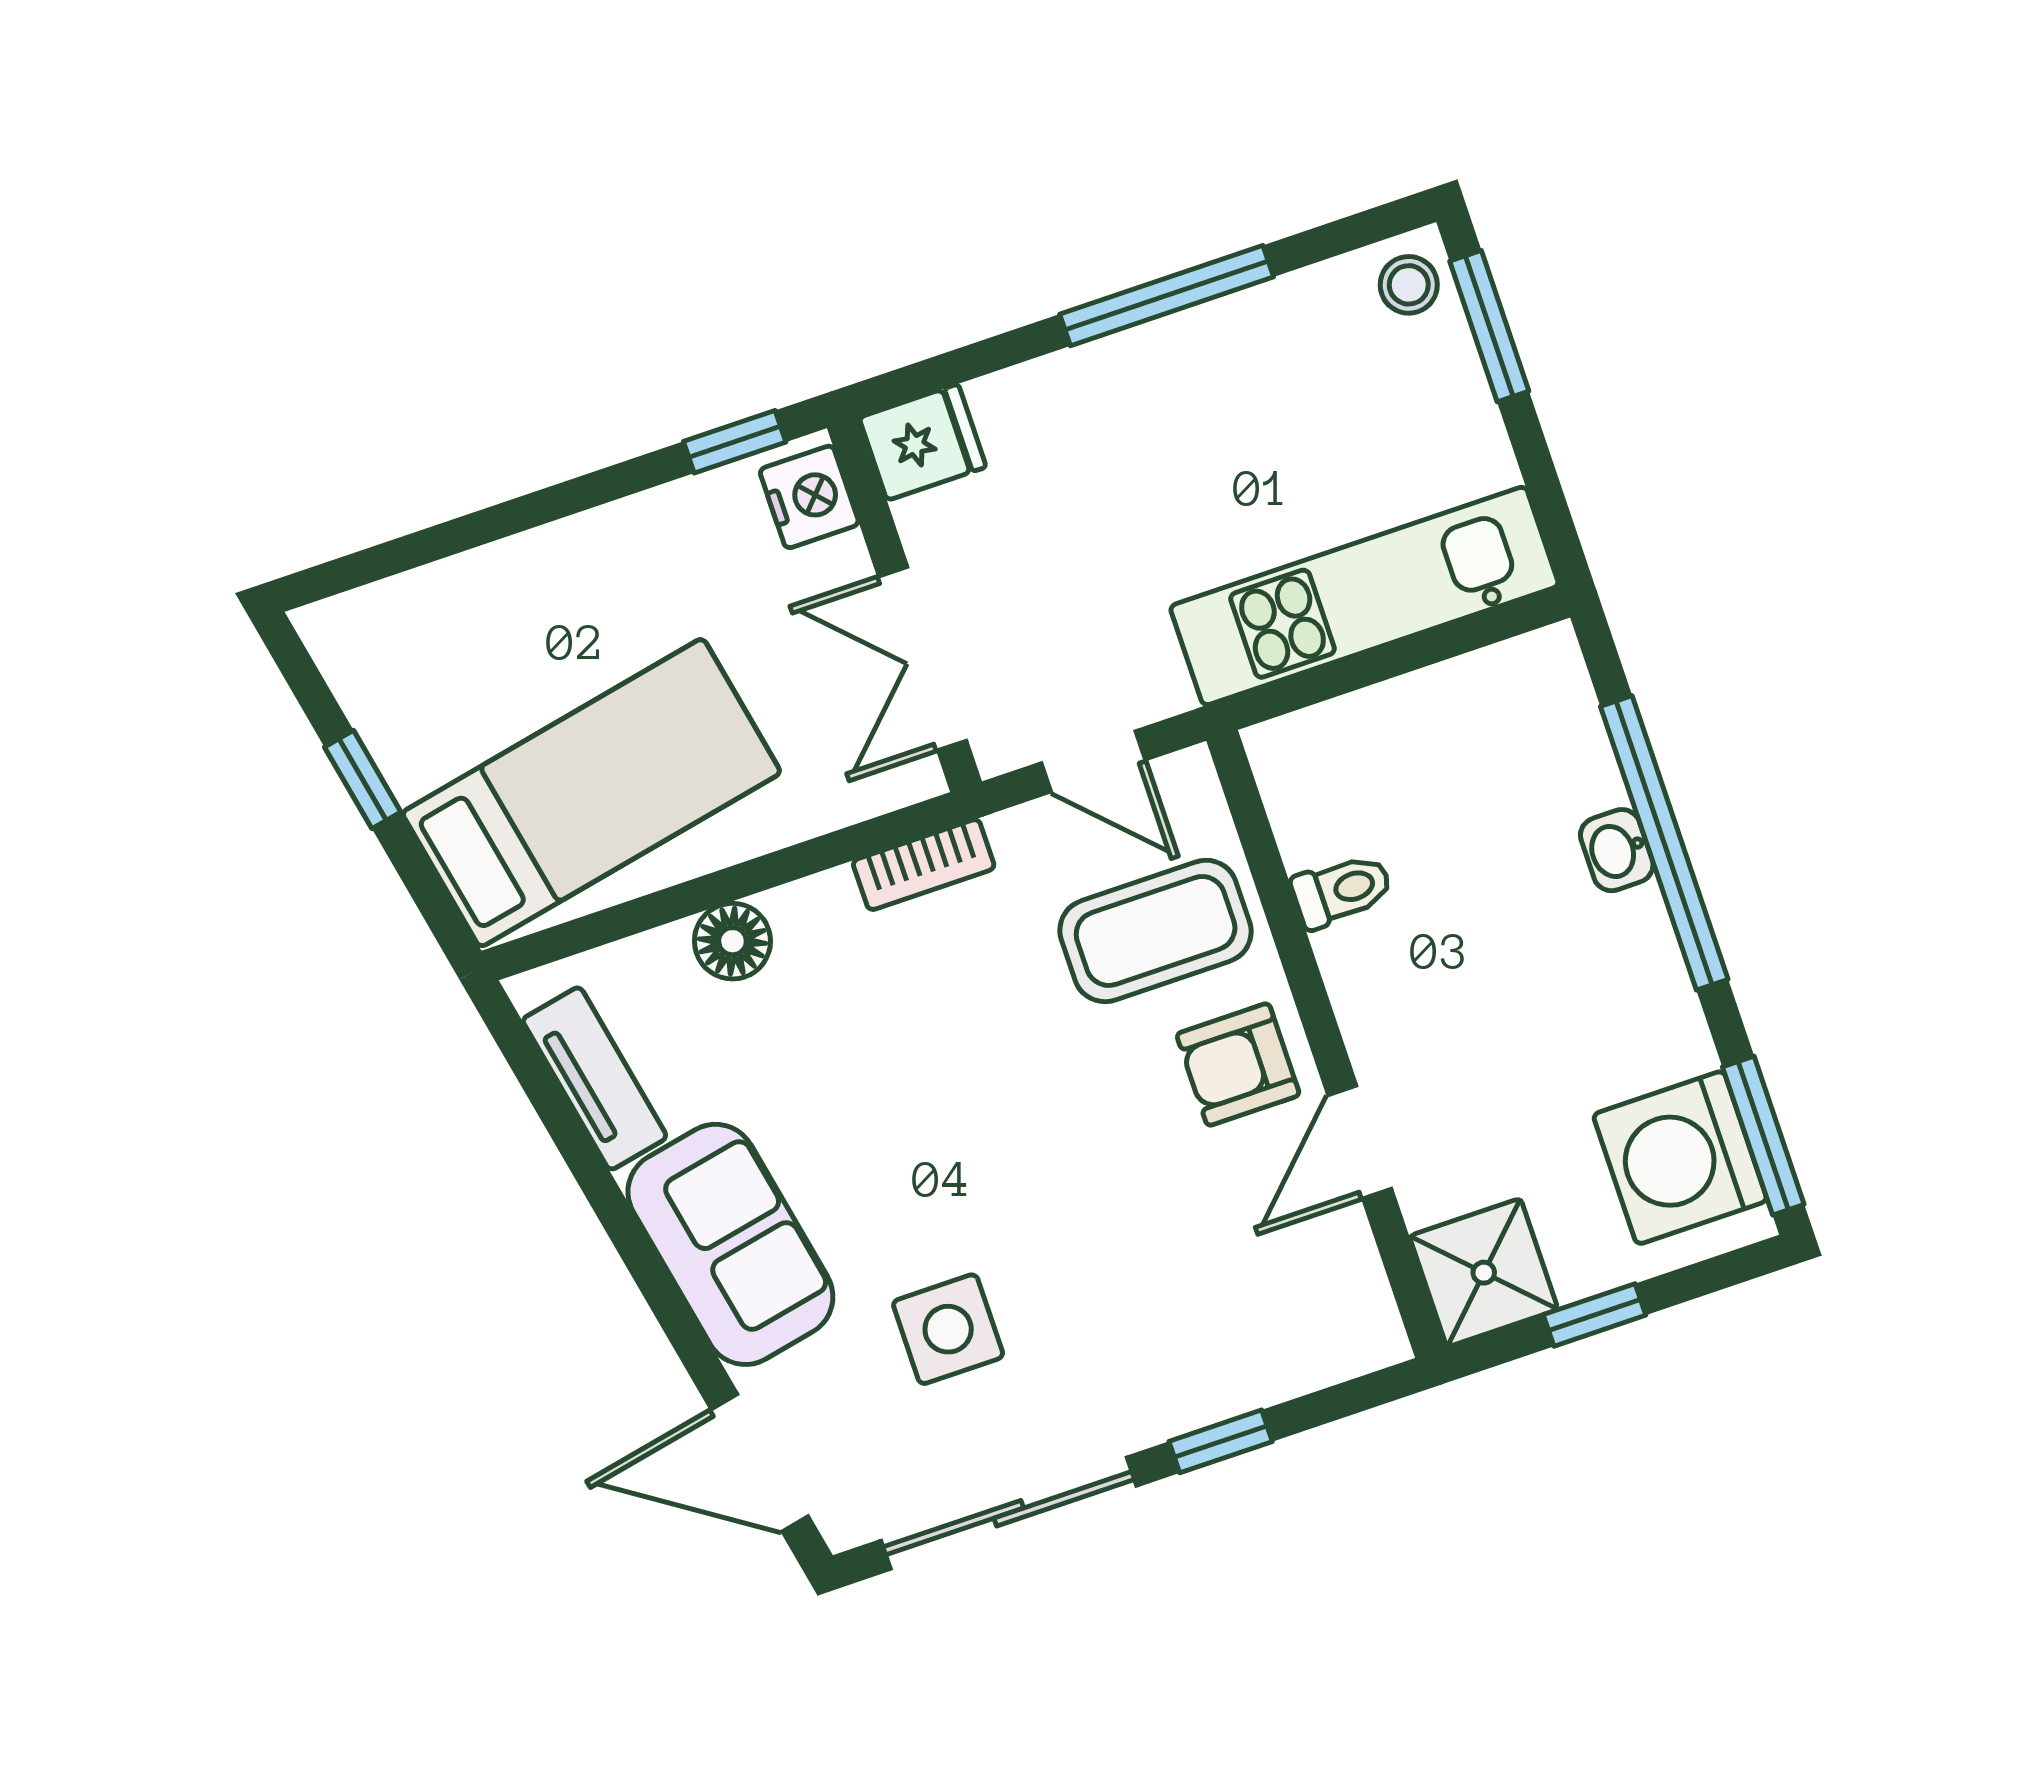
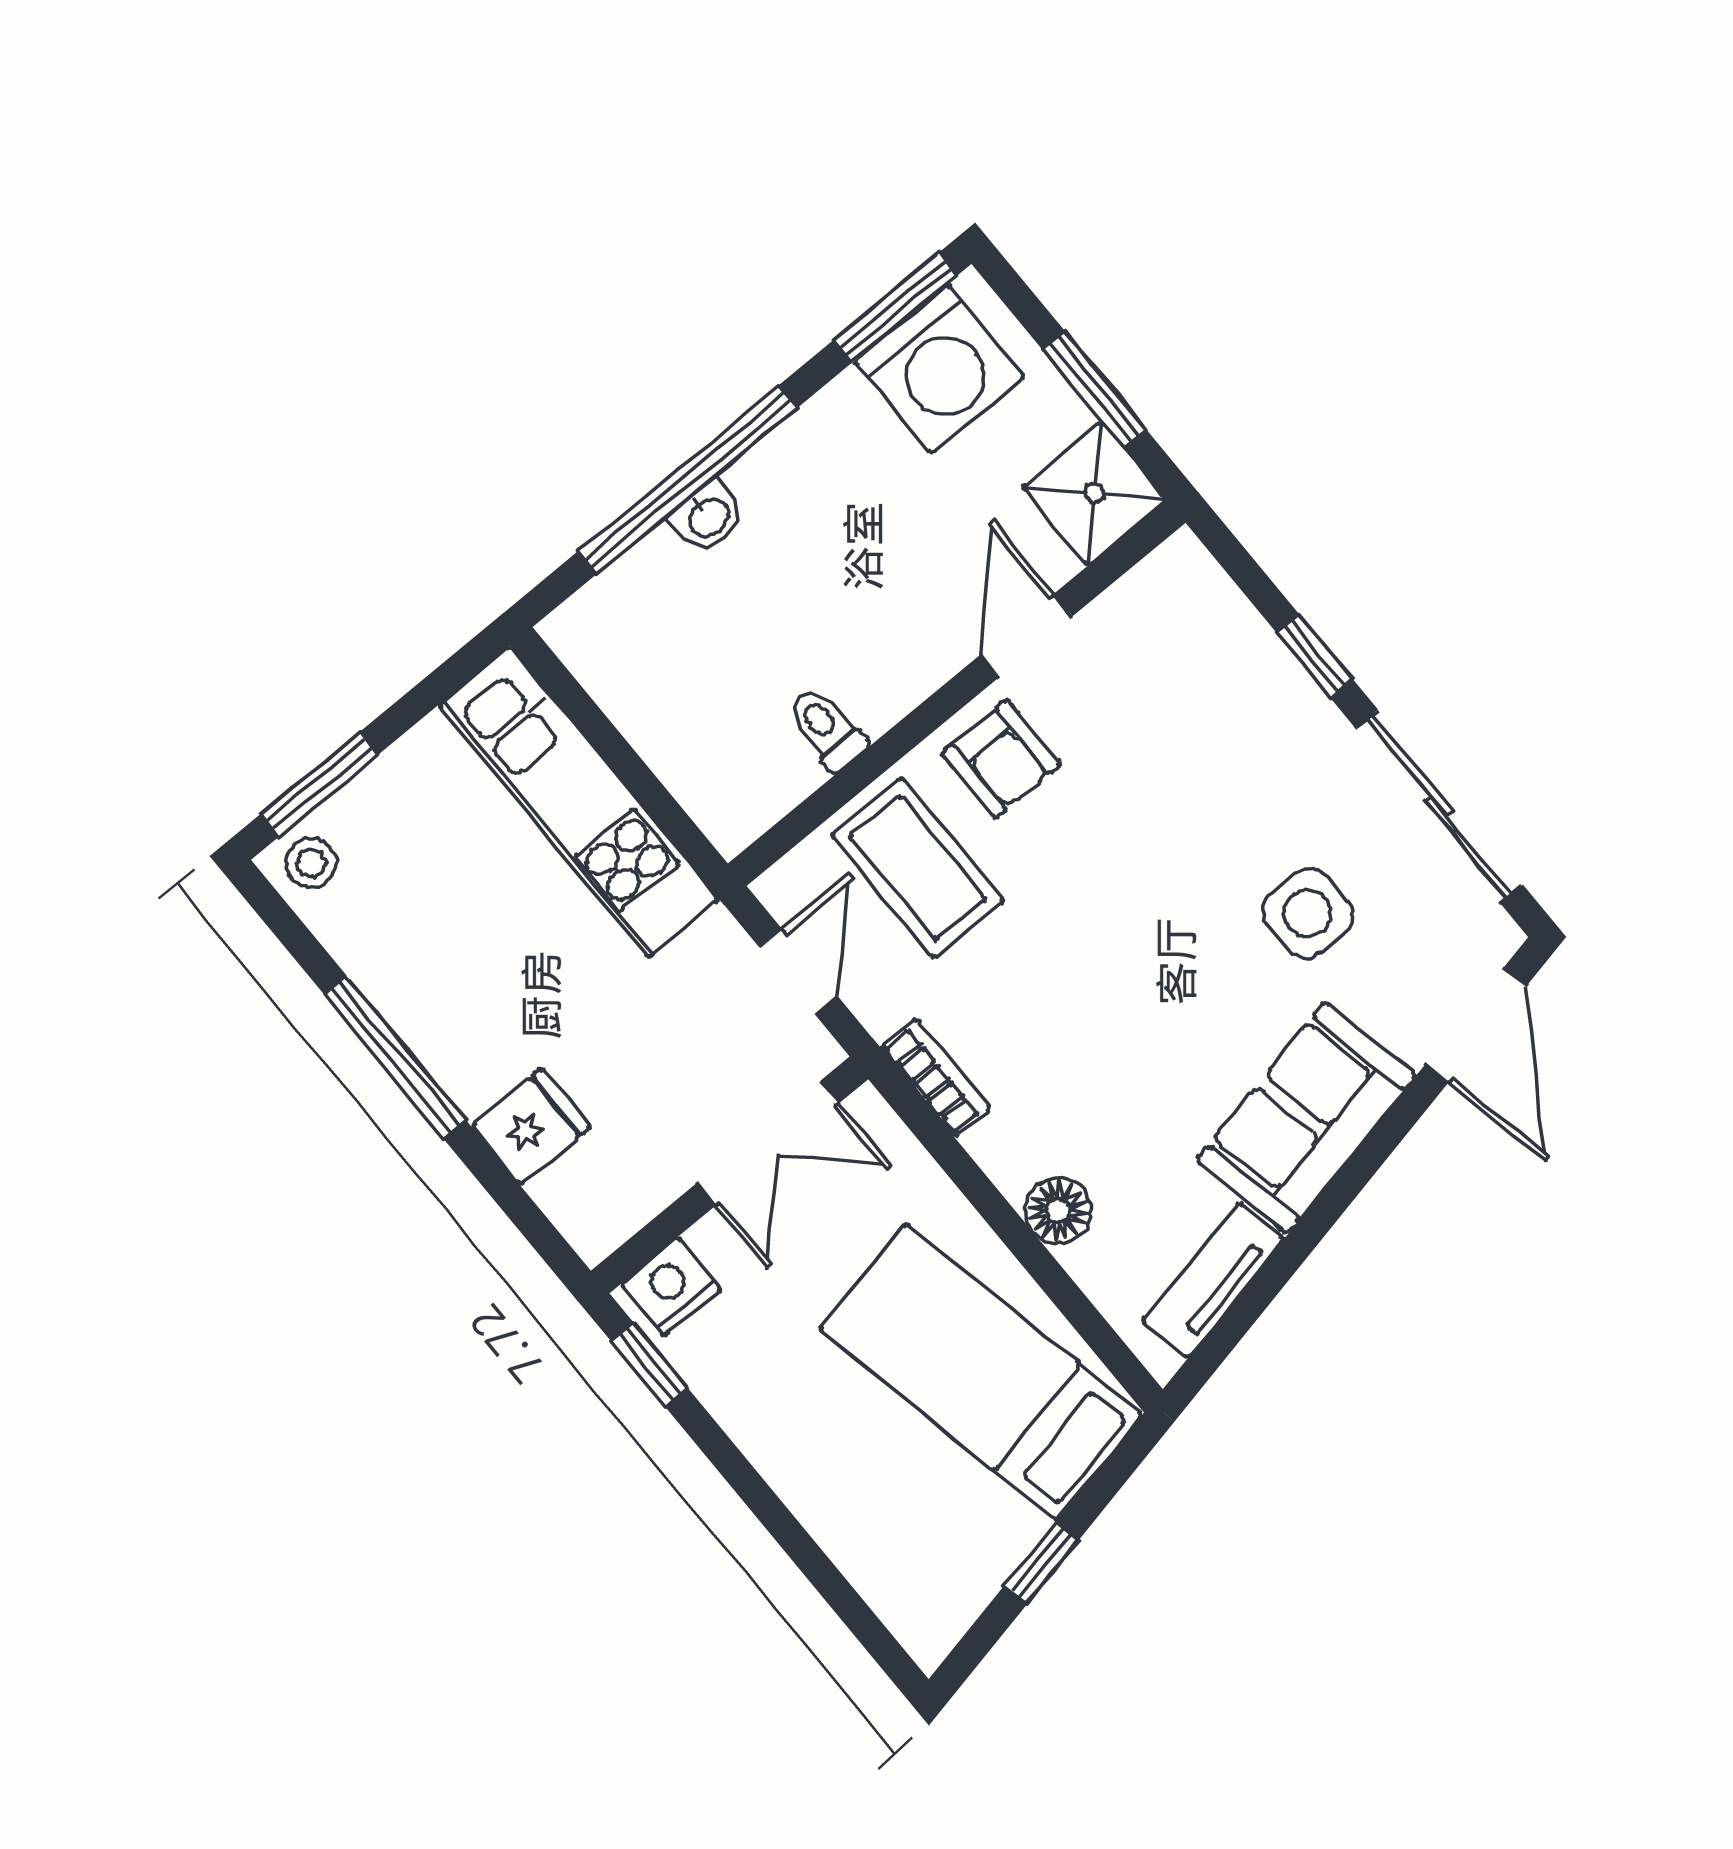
fridge: (923, 442) -> (531, 1127), moved, turned 90
door: (1360, 1142) -> (1026, 635), swing flipped
window: (1594, 1315) -> (1094, 390), width x1.50

